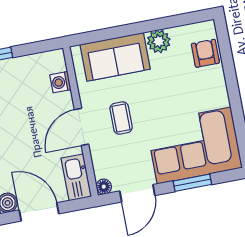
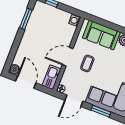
washing machine: (60, 82) -> (75, 21), moved

